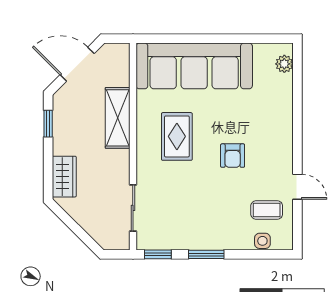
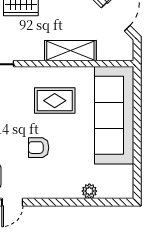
plant: (284, 64) -> (89, 191), moved

